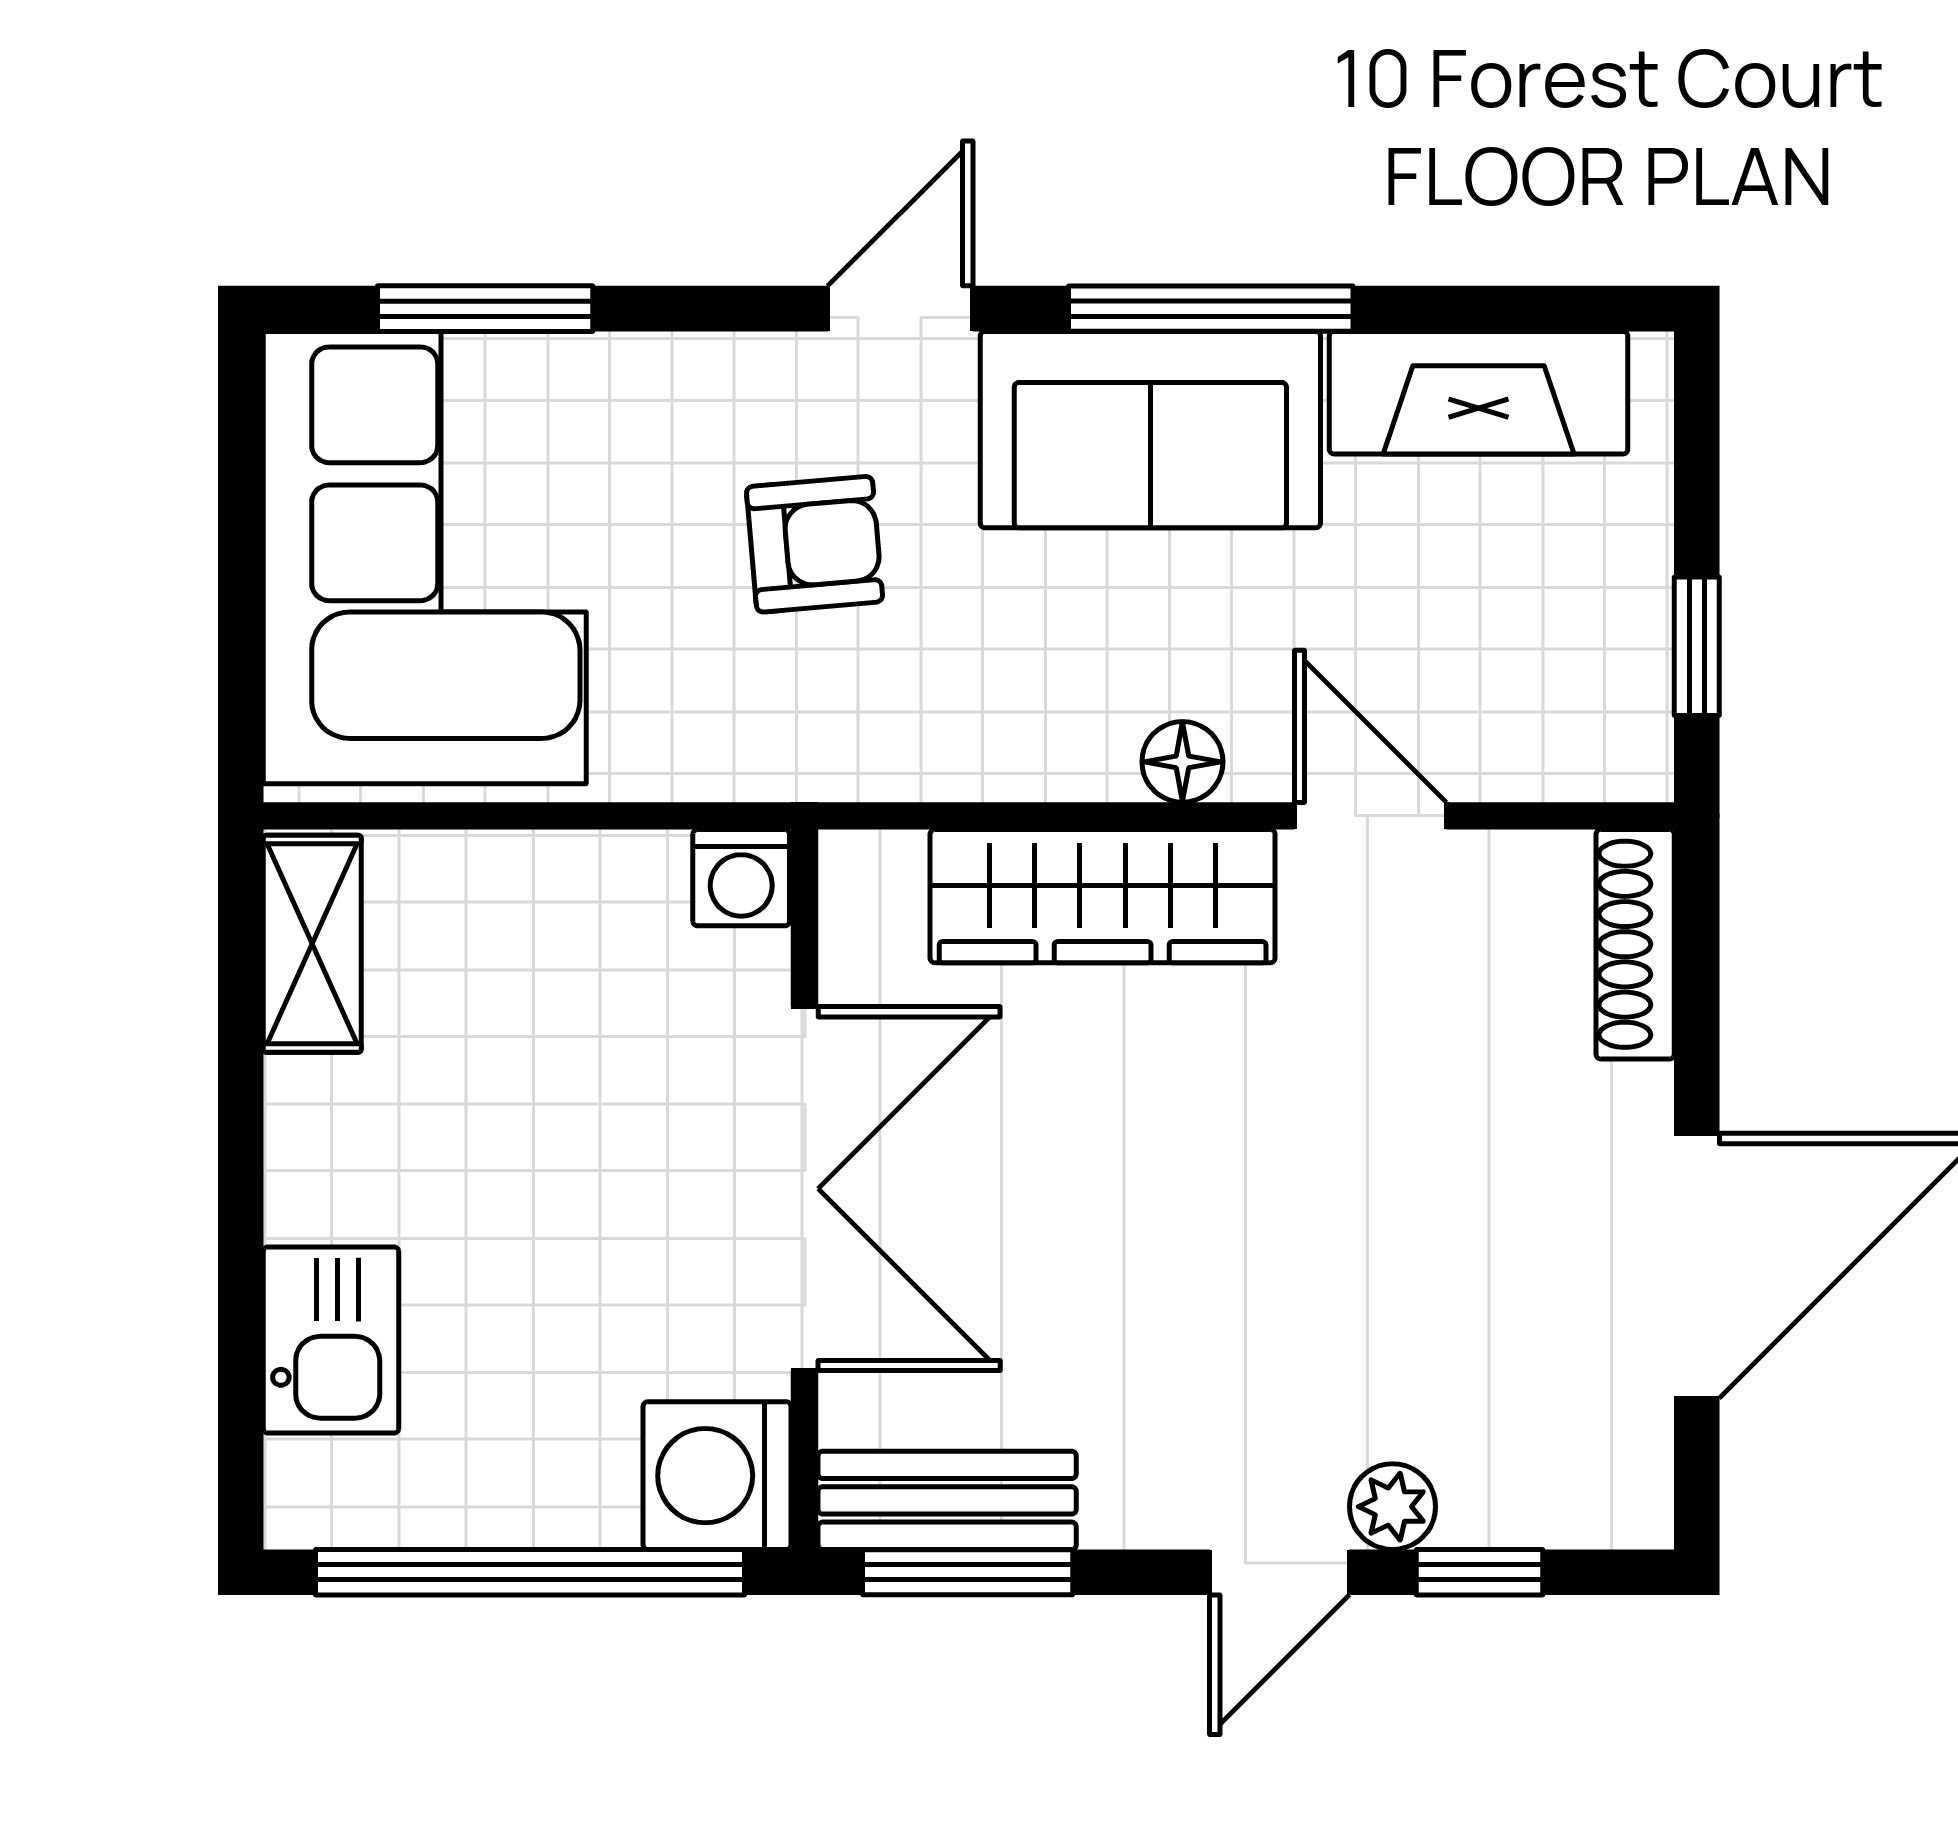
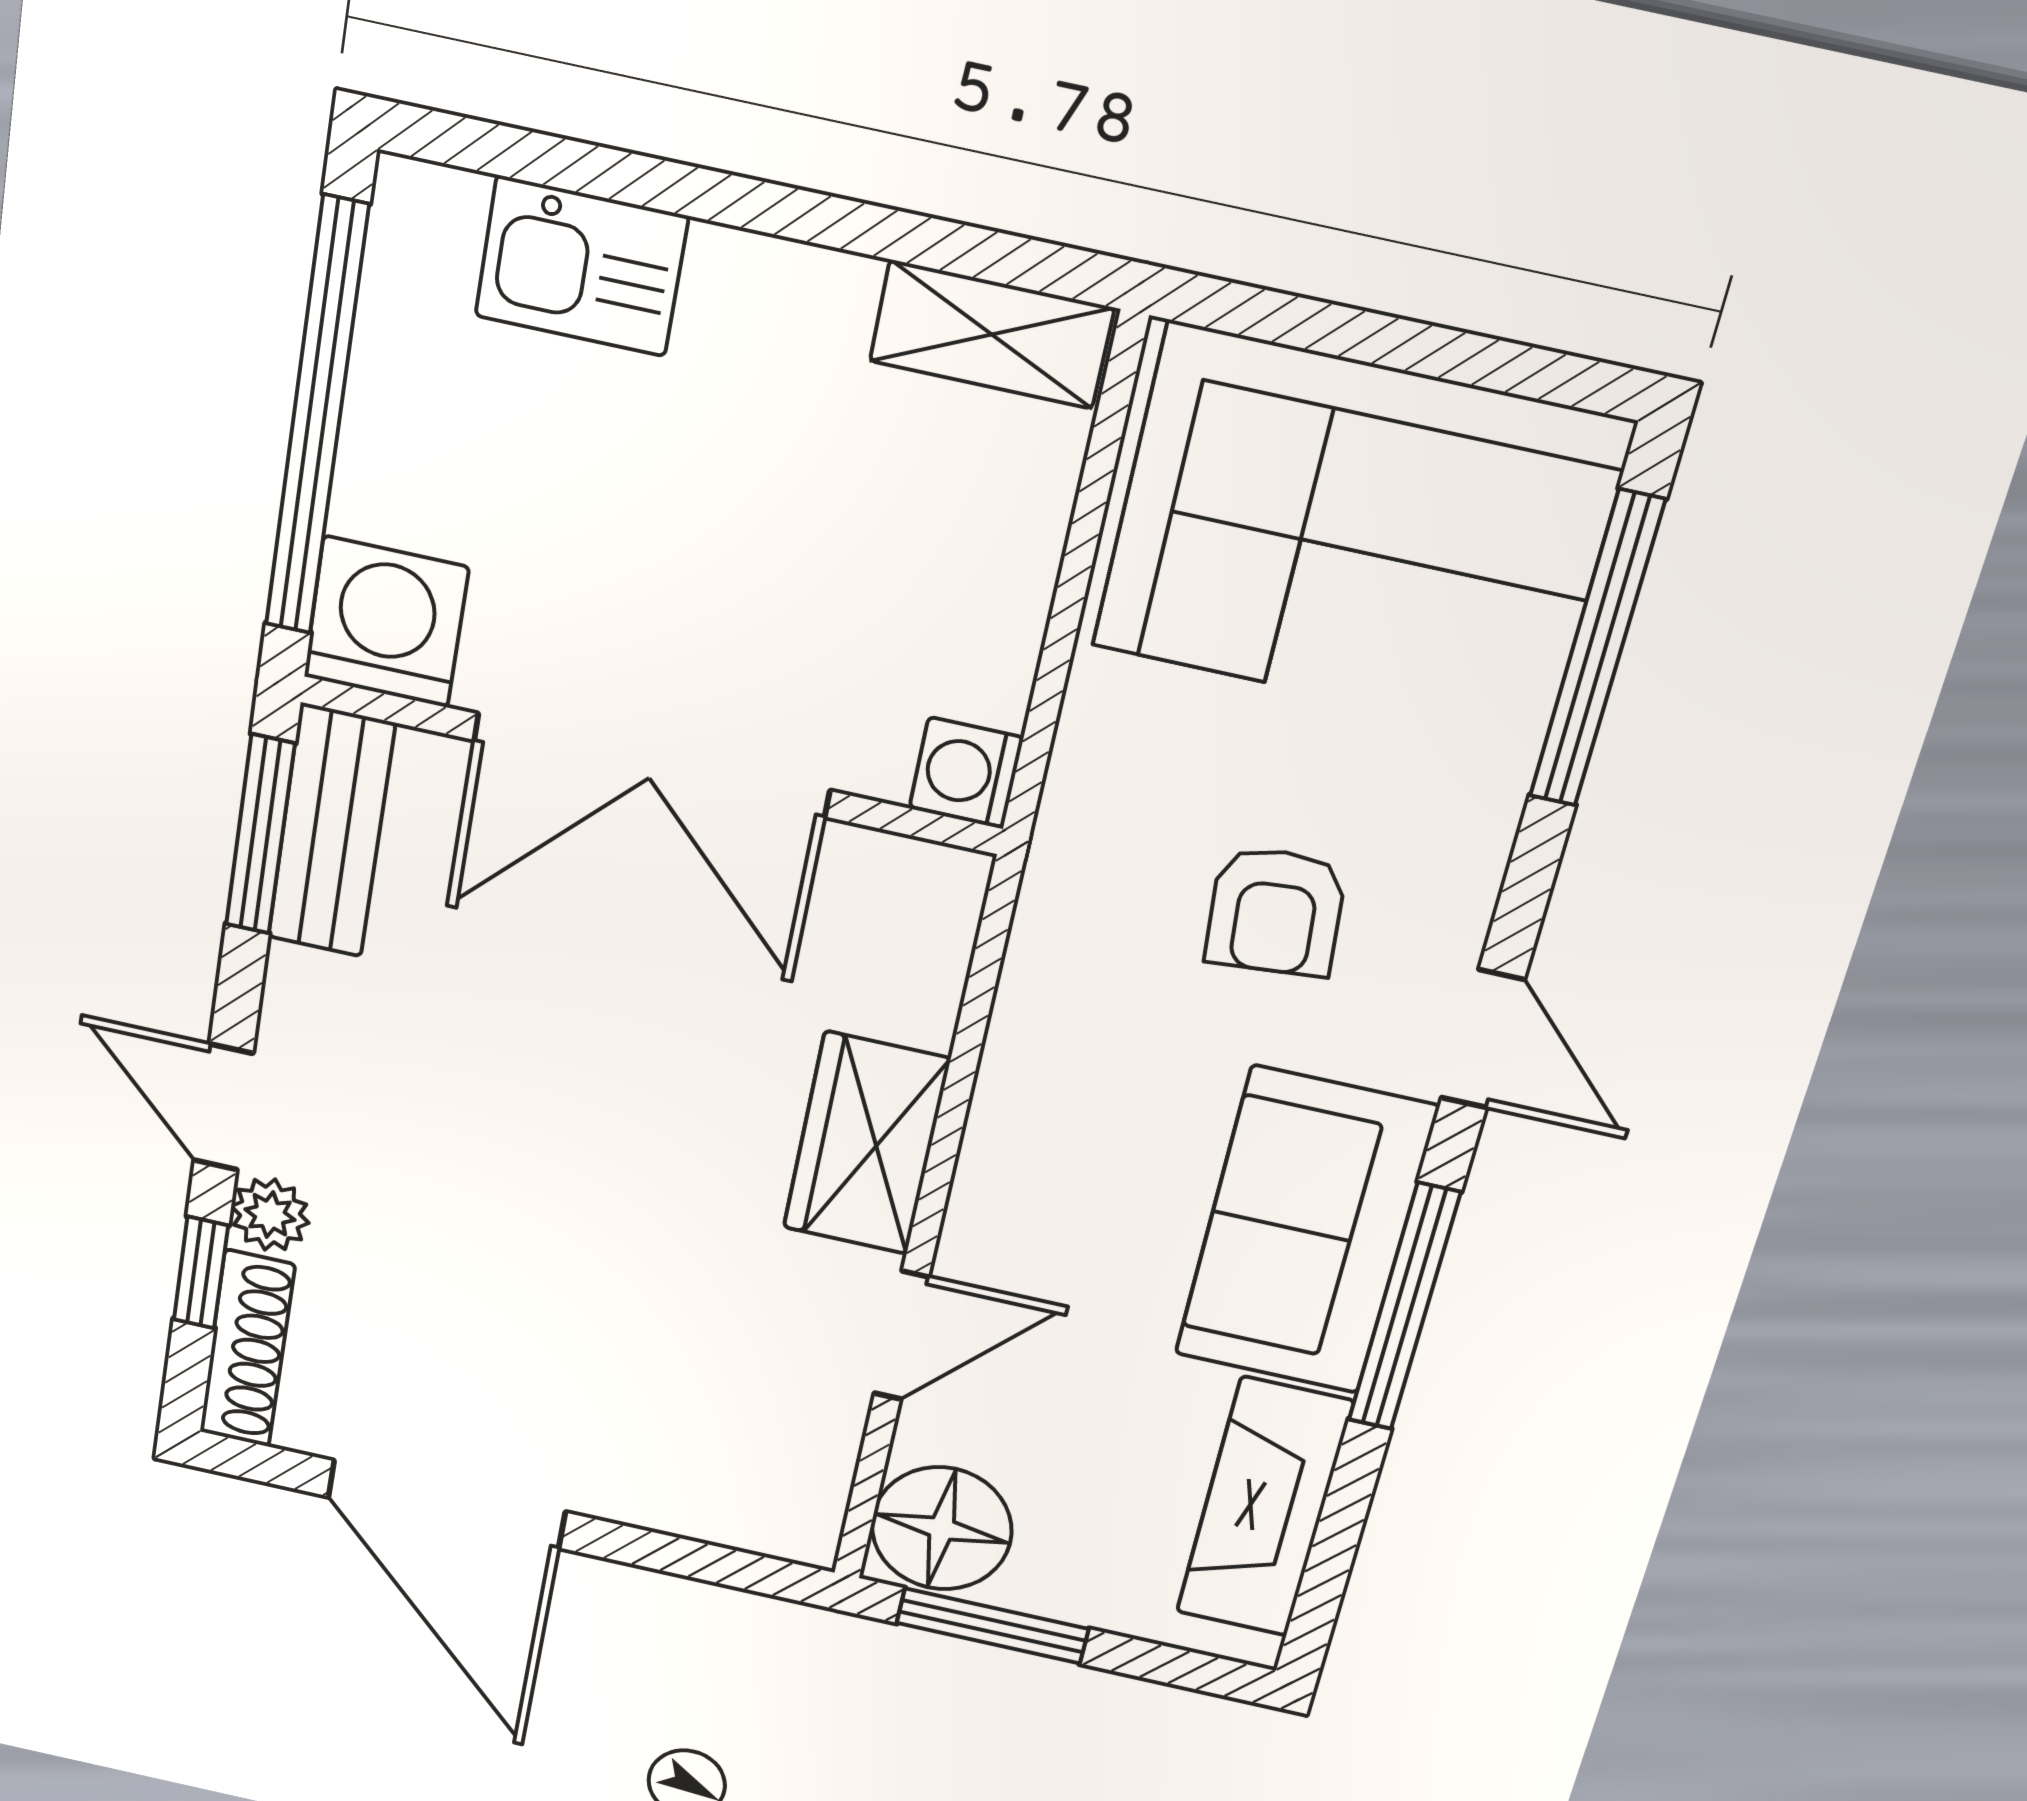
window: (485, 309) -> (1597, 650), width x1.44
window: (1697, 646) -> (992, 1626), width x1.50
floor lamp: (1182, 762) -> (942, 1528), moved, width x1.89, depth x1.89
wardrobe: (1103, 896) -> (866, 1144), width x0.67
shoe rack: (1635, 944) -> (247, 1349), moved, turned 90

